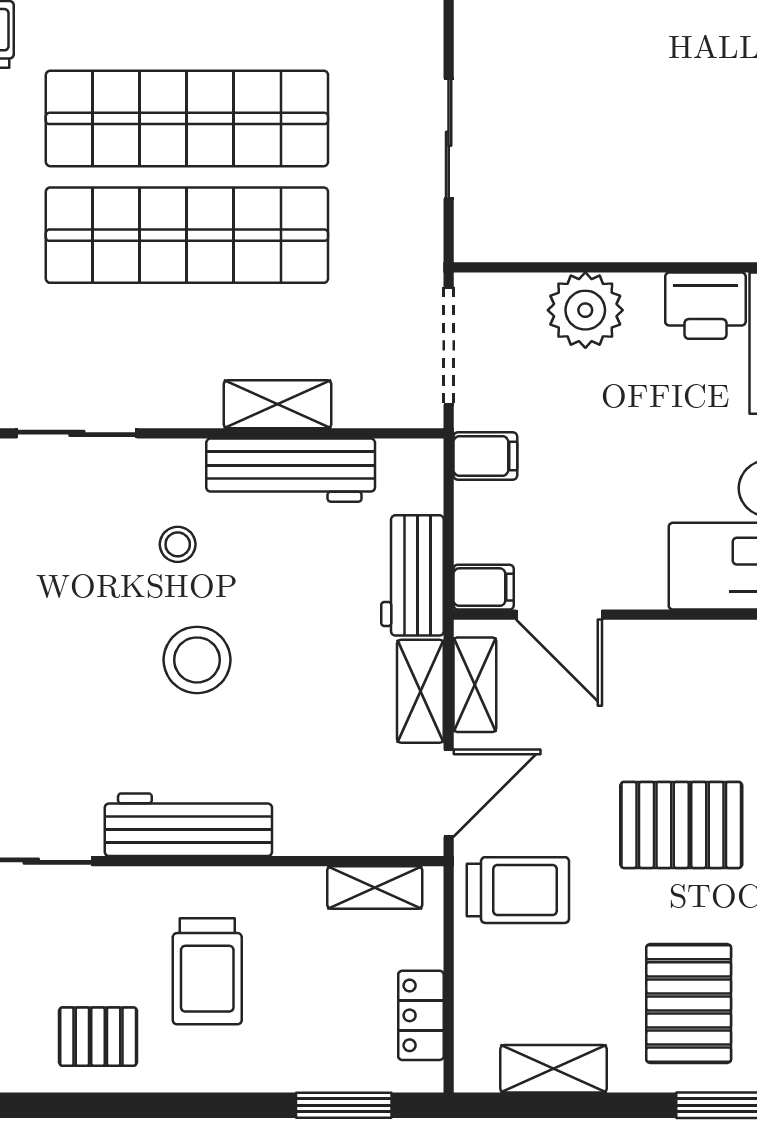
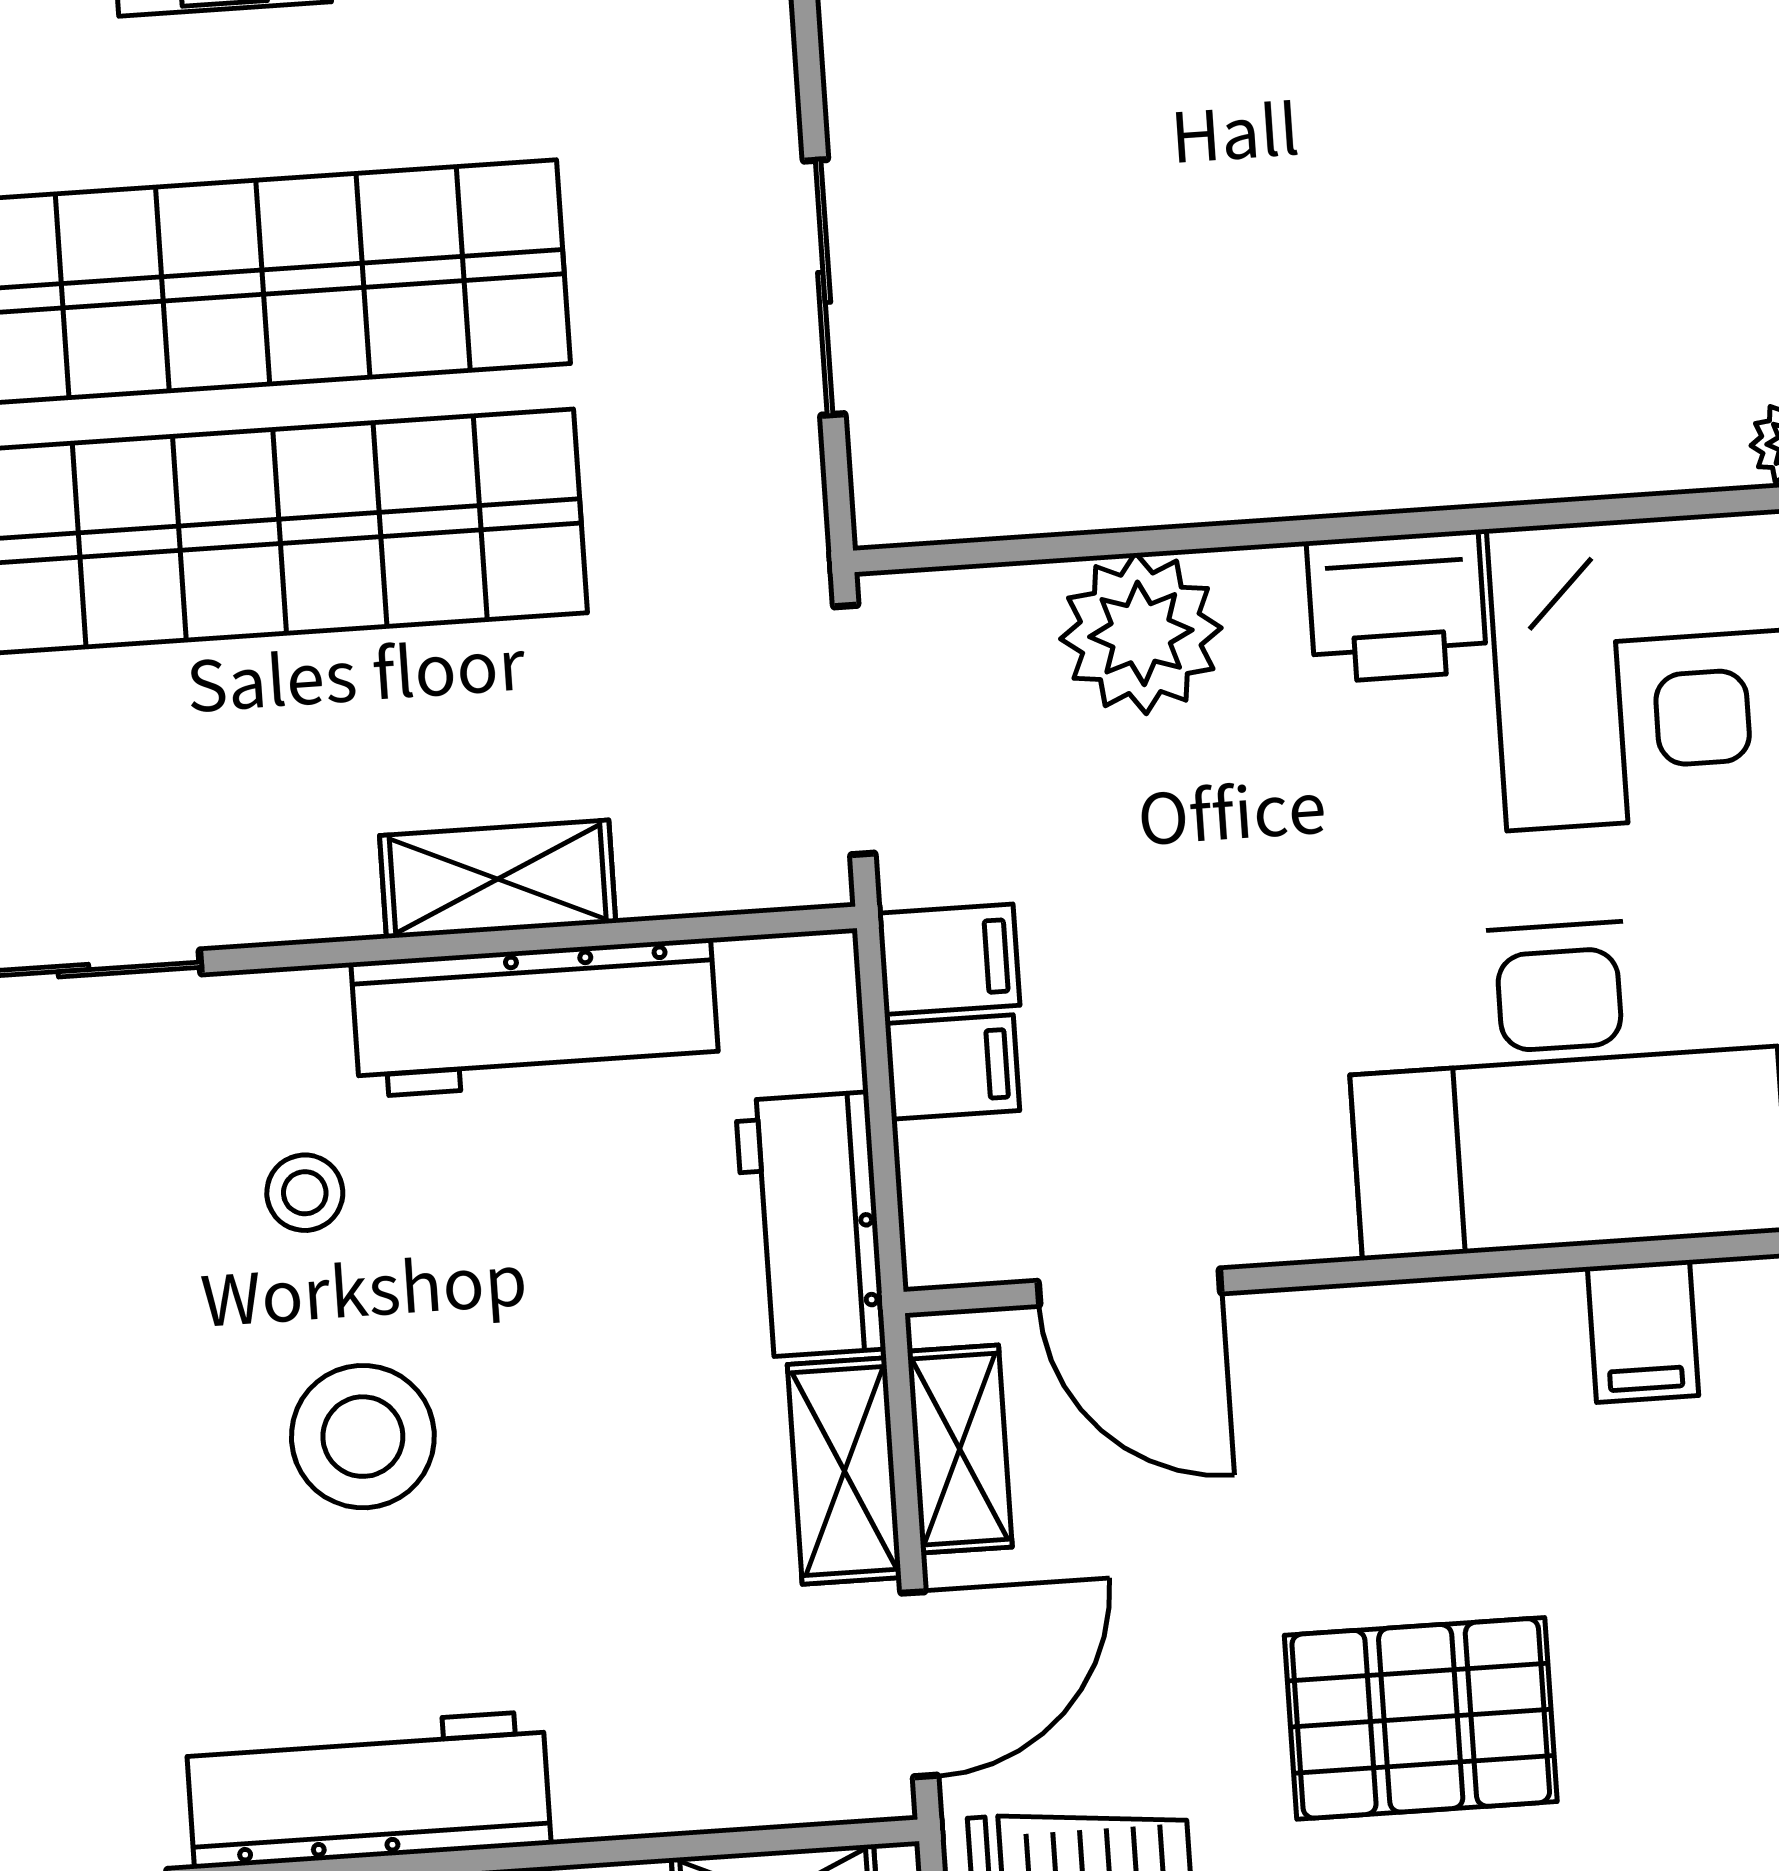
filing cabinet: (484, 587) -> (952, 1067), moved

